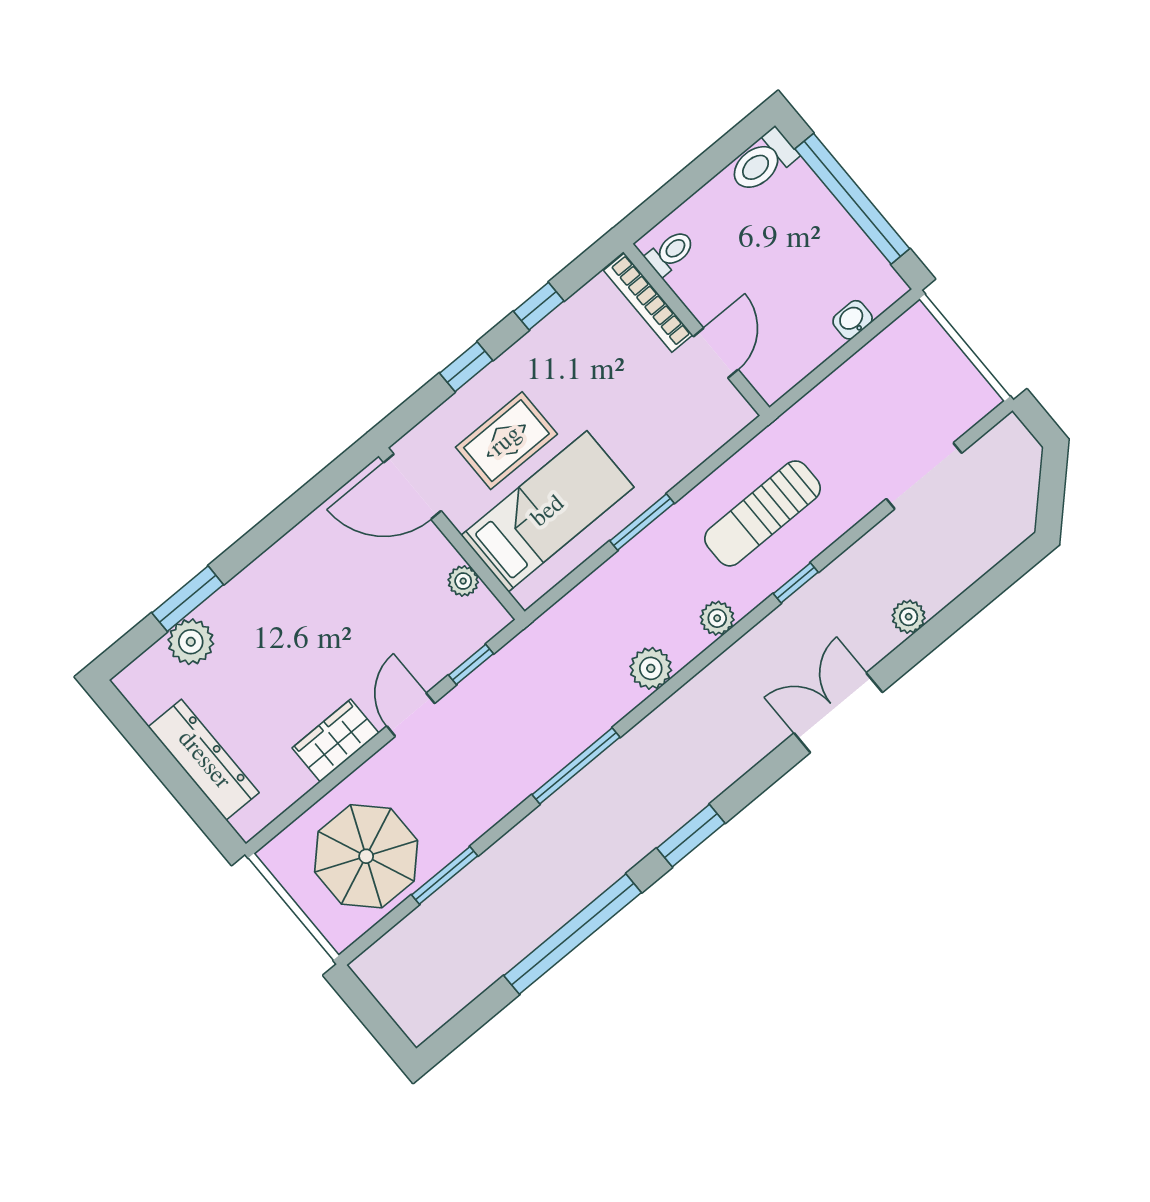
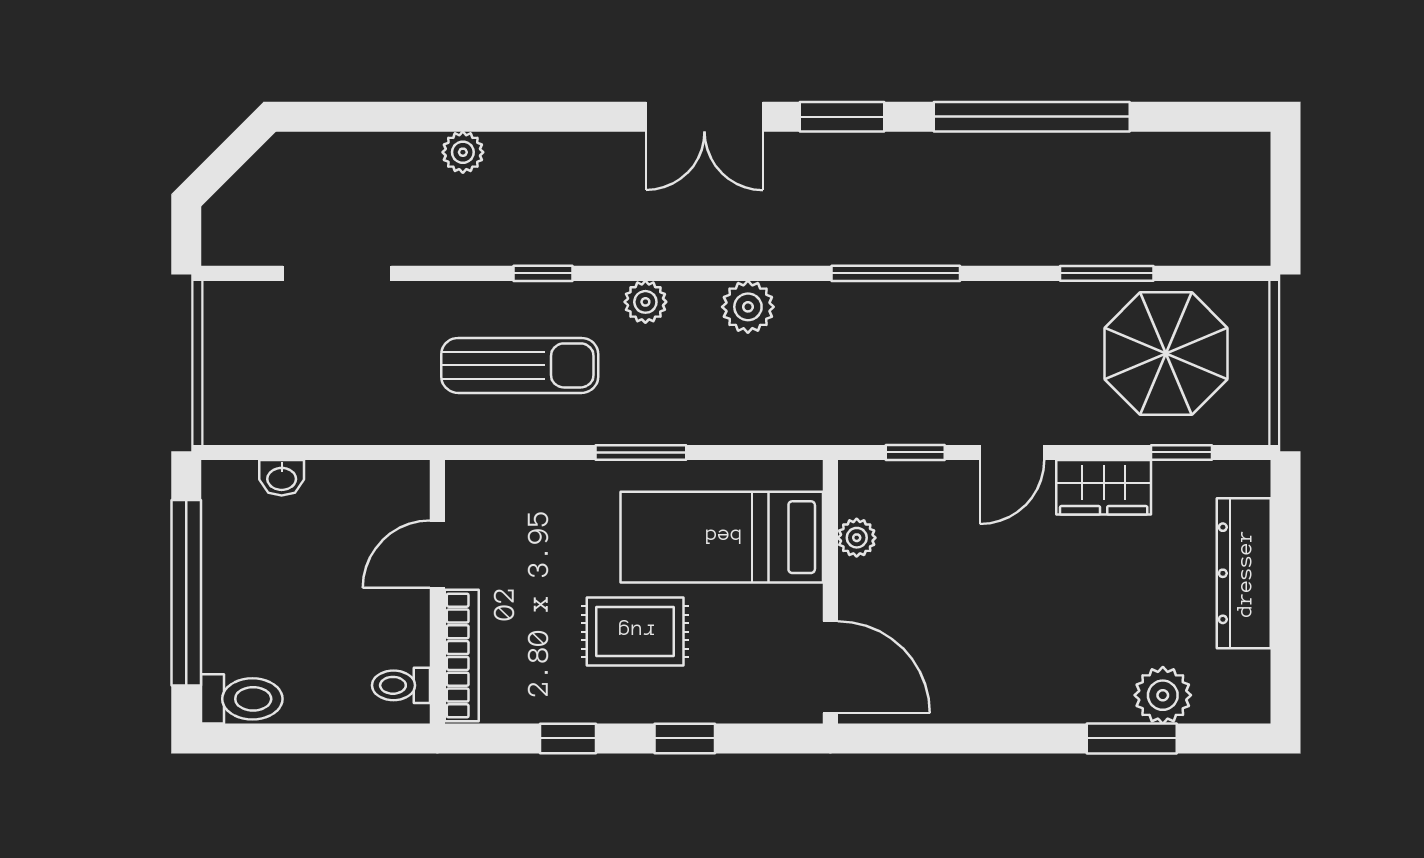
rug: (506, 441) -> (635, 632), moved
double door: (838, 713) -> (704, 117), moved
window: (305, 803) -> (1182, 452), added

